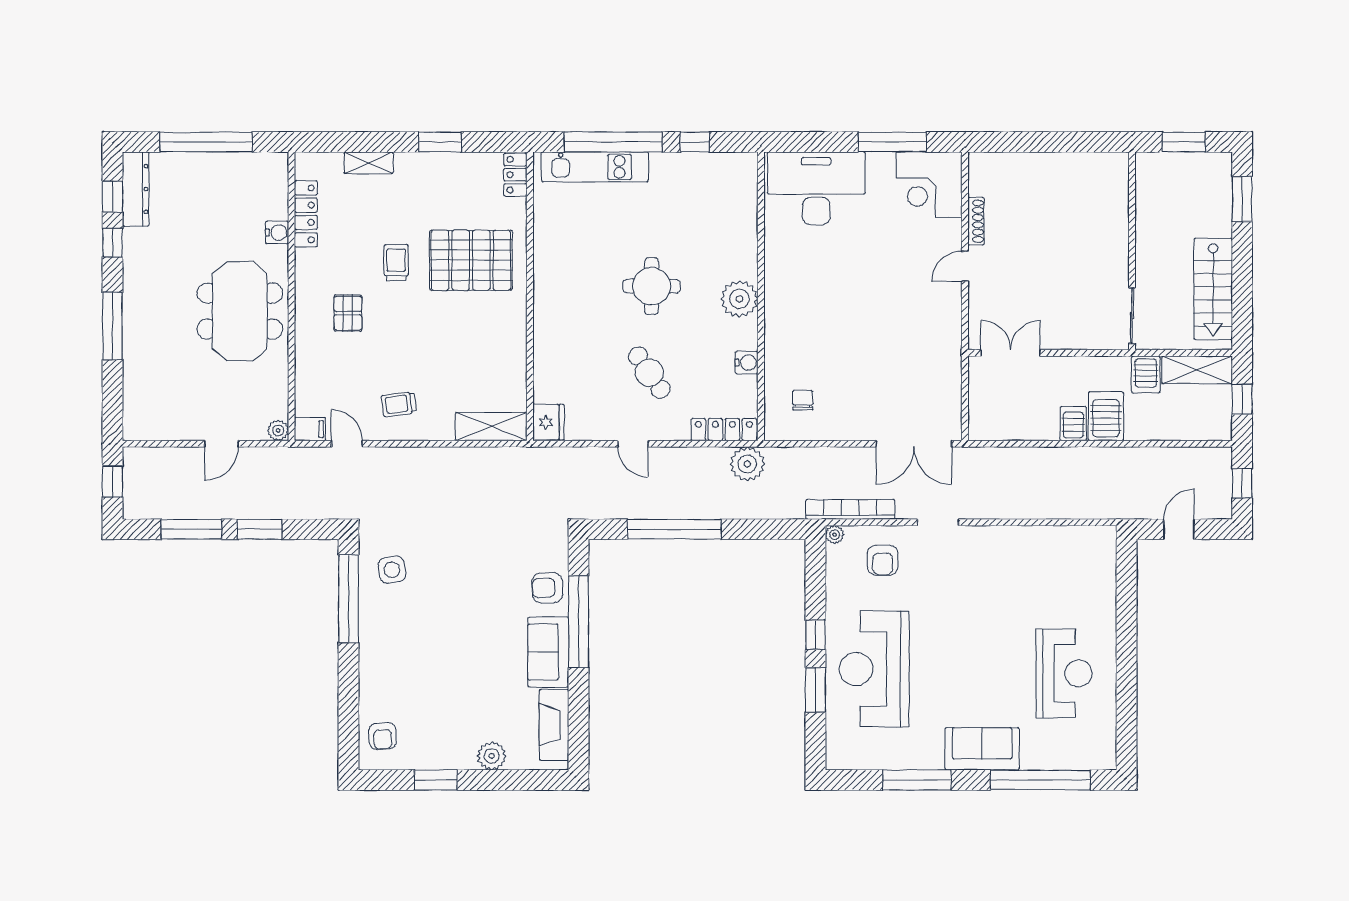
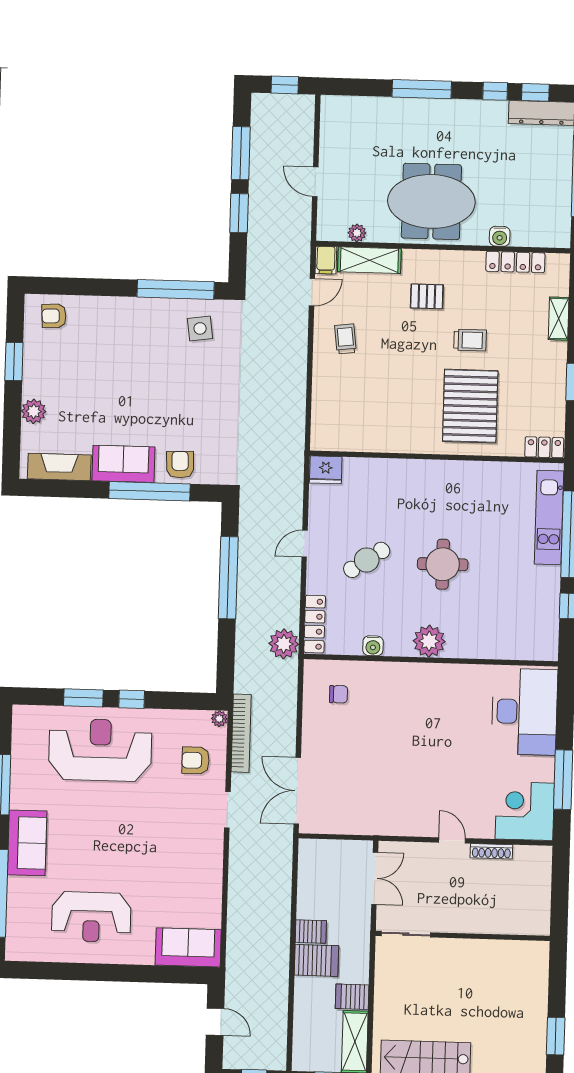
wall: (1132, 251) -> (463, 936), moved
sliding door: (1132, 316) -> (406, 934), moved
shelving: (491, 427) -> (369, 260), moved, turned 90
plant: (278, 430) -> (357, 233), moved
sofa: (1095, 562) -> (188, 947), added

